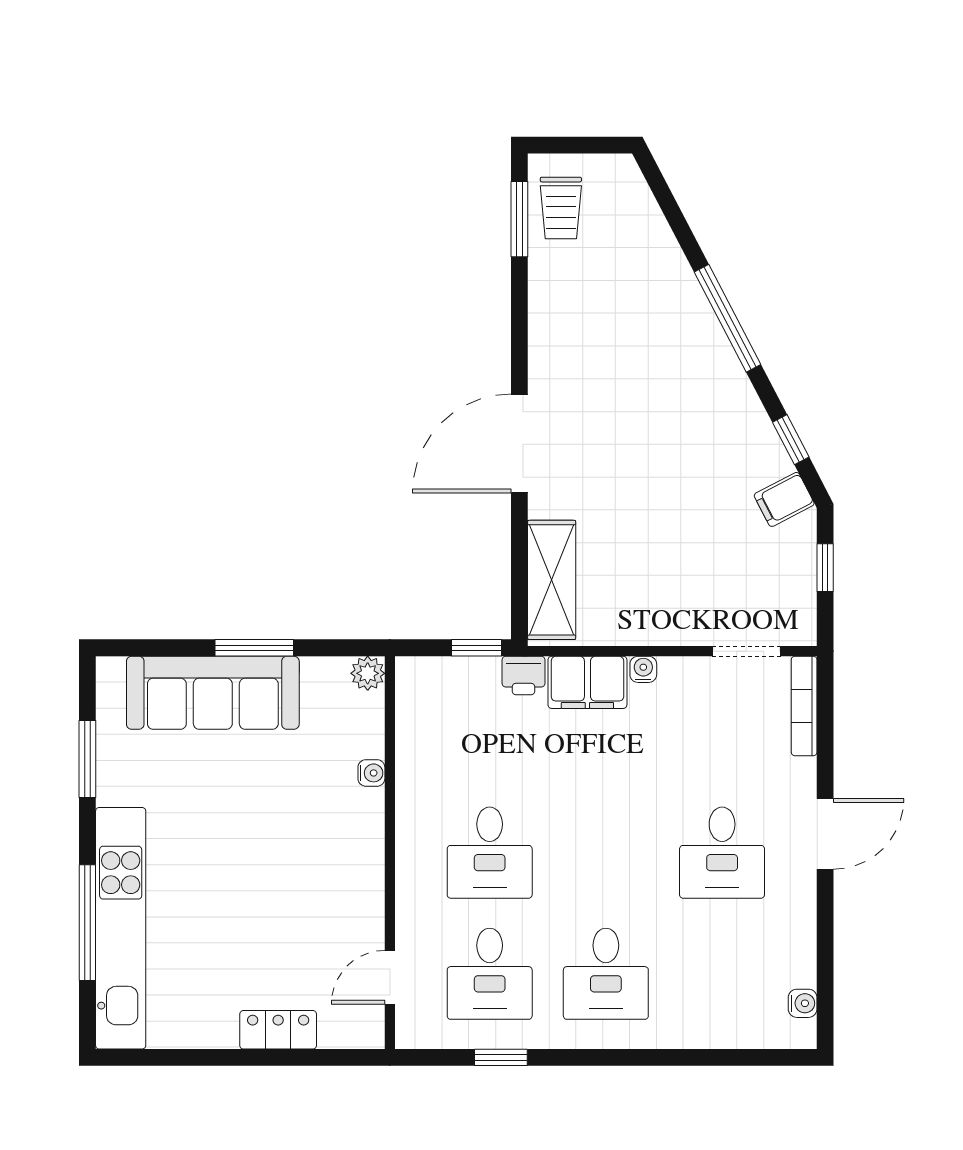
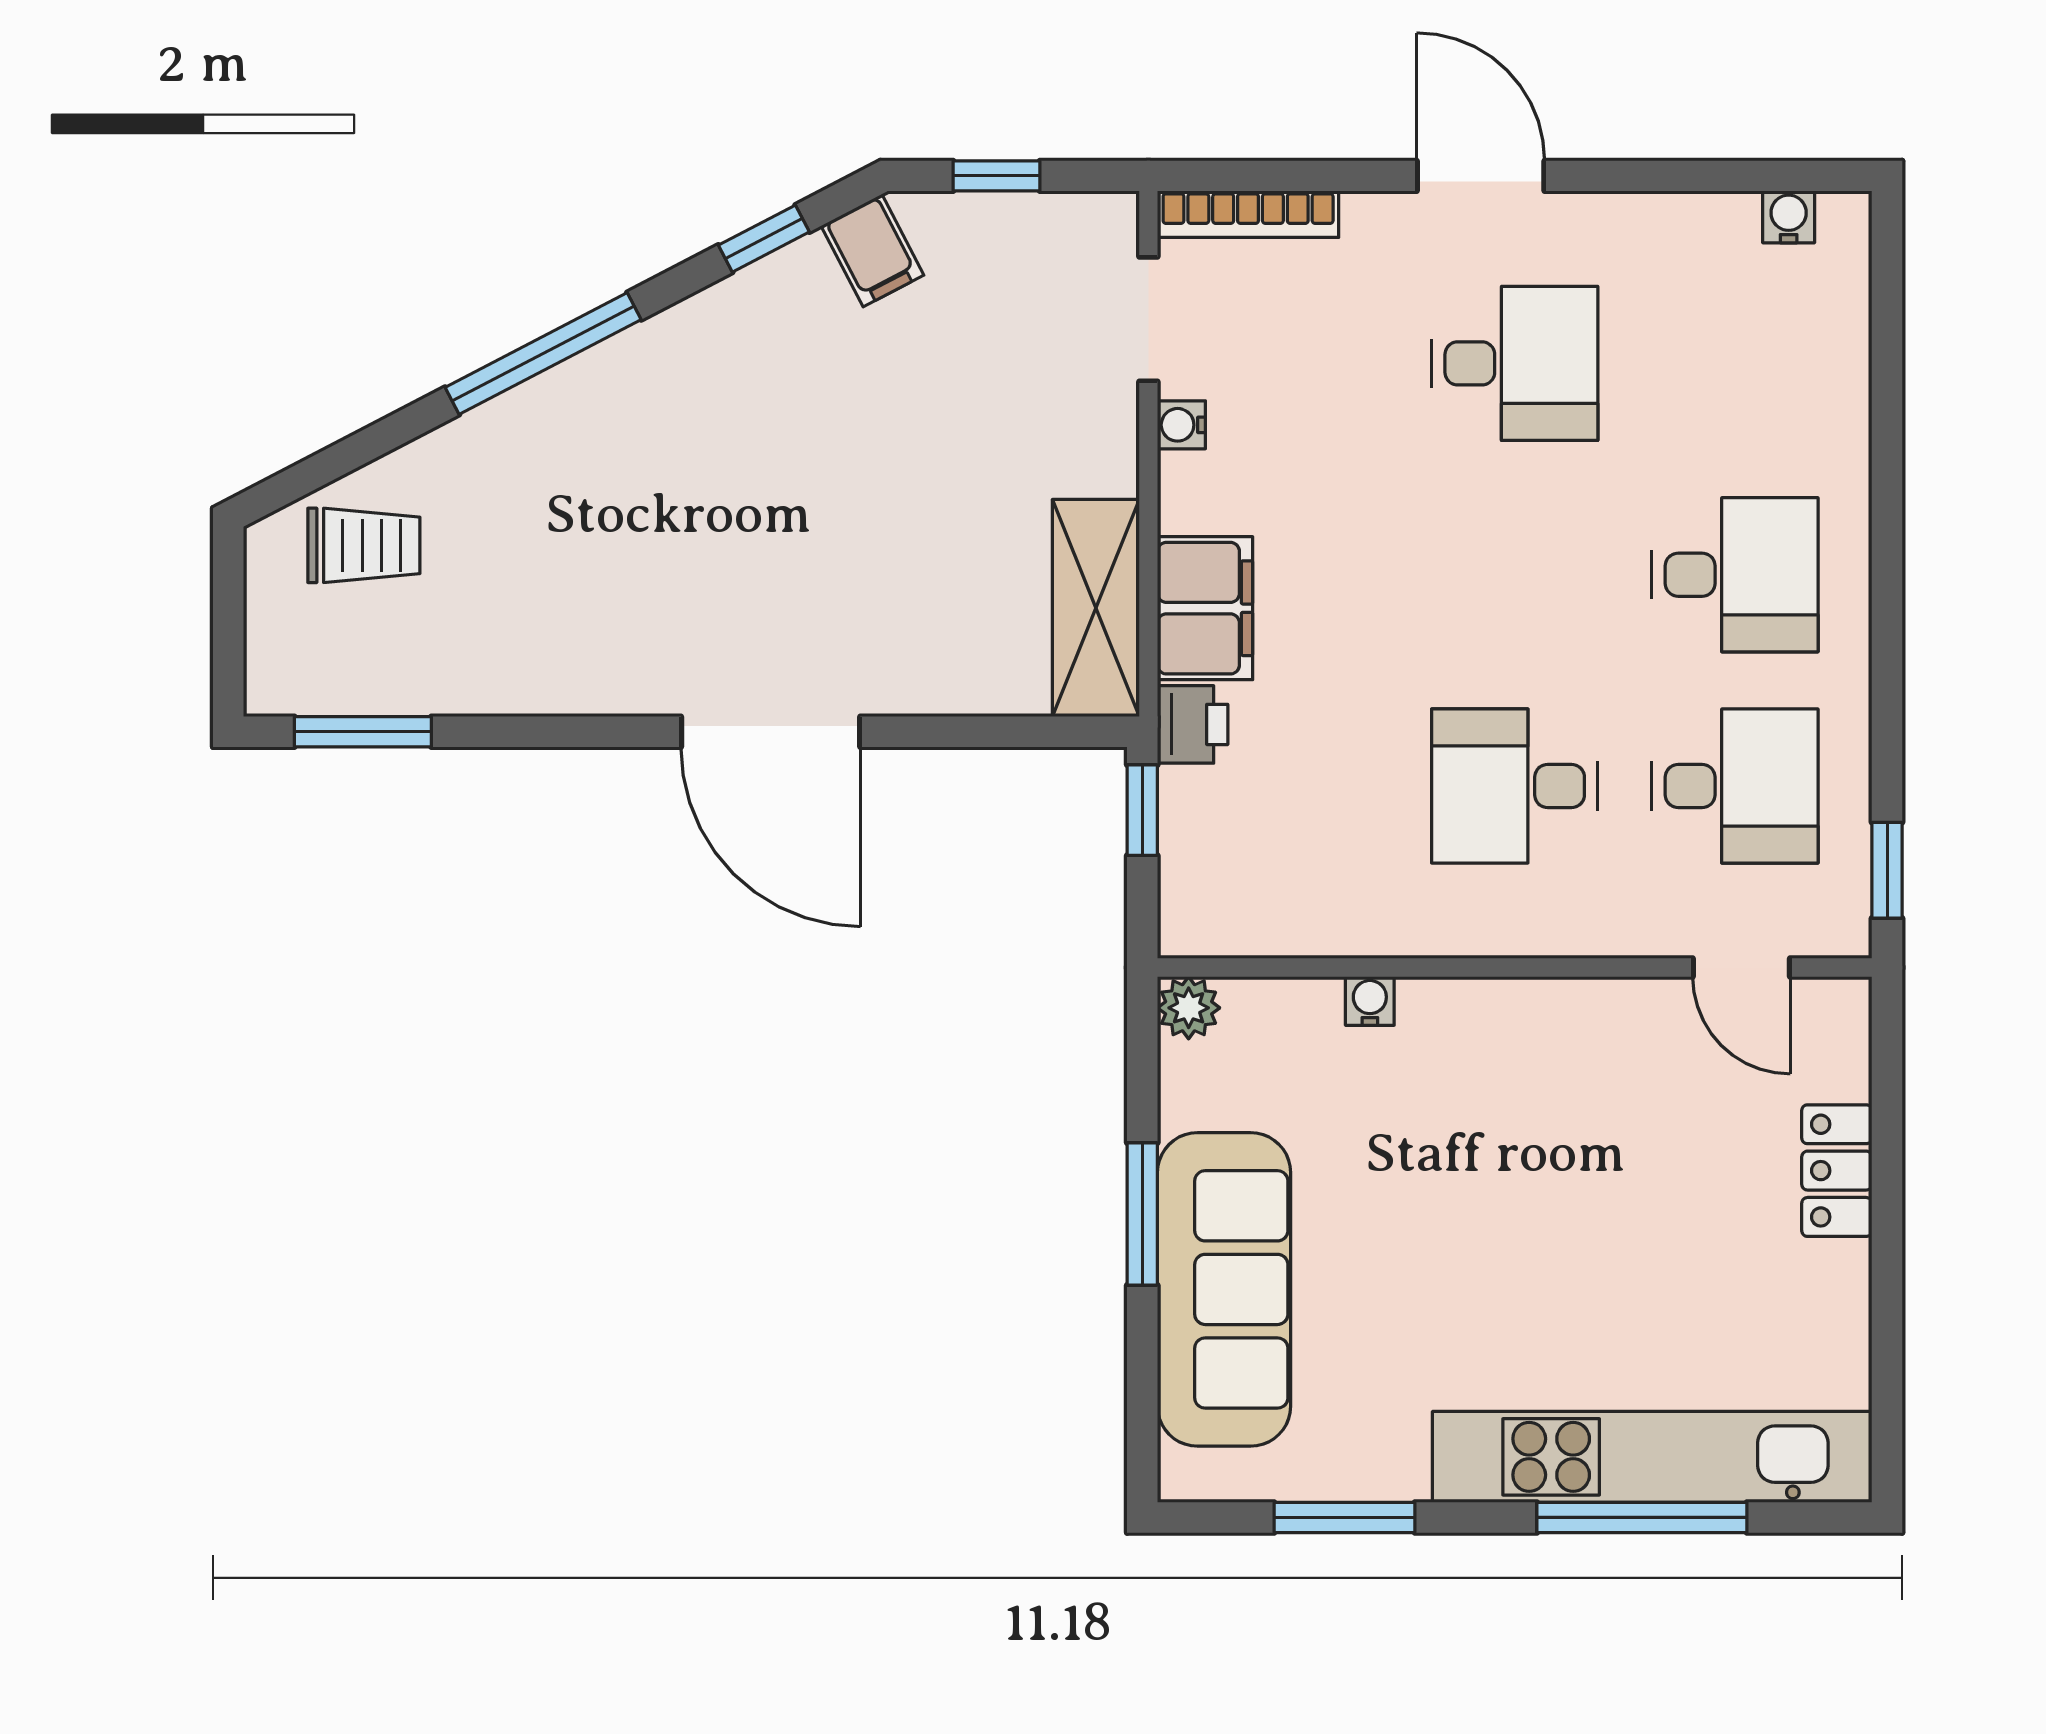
trolley: (561, 208) -> (364, 545), moved
shelving: (552, 580) -> (1096, 608), moved, turned 90
water cooler: (643, 669) -> (1181, 425), moved
desk: (490, 853) -> (1515, 786), turned 180
window: (501, 1057) -> (1887, 870), moved

